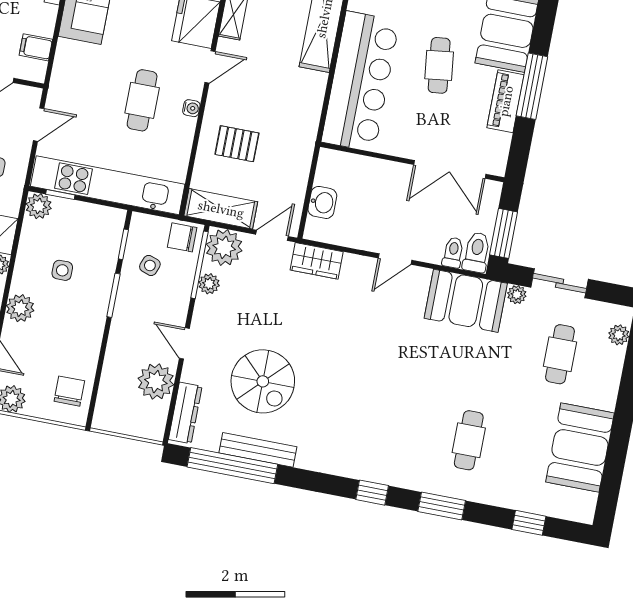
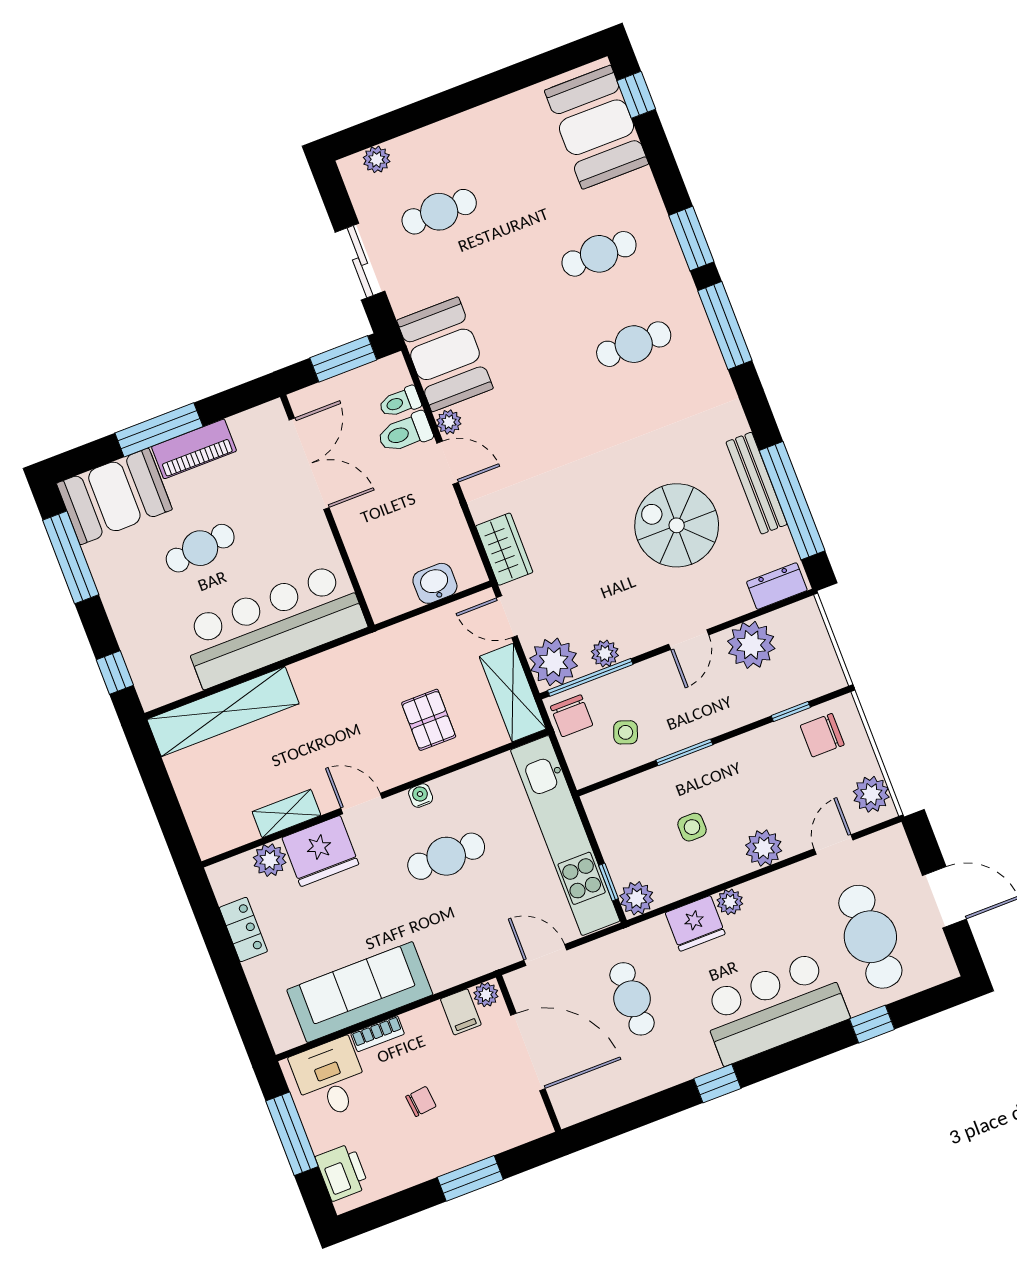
plant: (37, 70) -> (486, 995), added
window: (123, 244) -> (791, 712), moved
toilet: (477, 252) -> (405, 433), moved
plant: (517, 295) -> (449, 422), moved
spiral stairs: (263, 381) -> (677, 525), turned -90
dresser: (185, 413) -> (777, 586), width x0.70
cafe table: (397, 426) -> (634, 344), added
booth: (580, 447) -> (596, 127), moved, turned 90
window: (372, 493) -> (725, 326), width x2.17
window: (529, 523) -> (636, 95), moved

